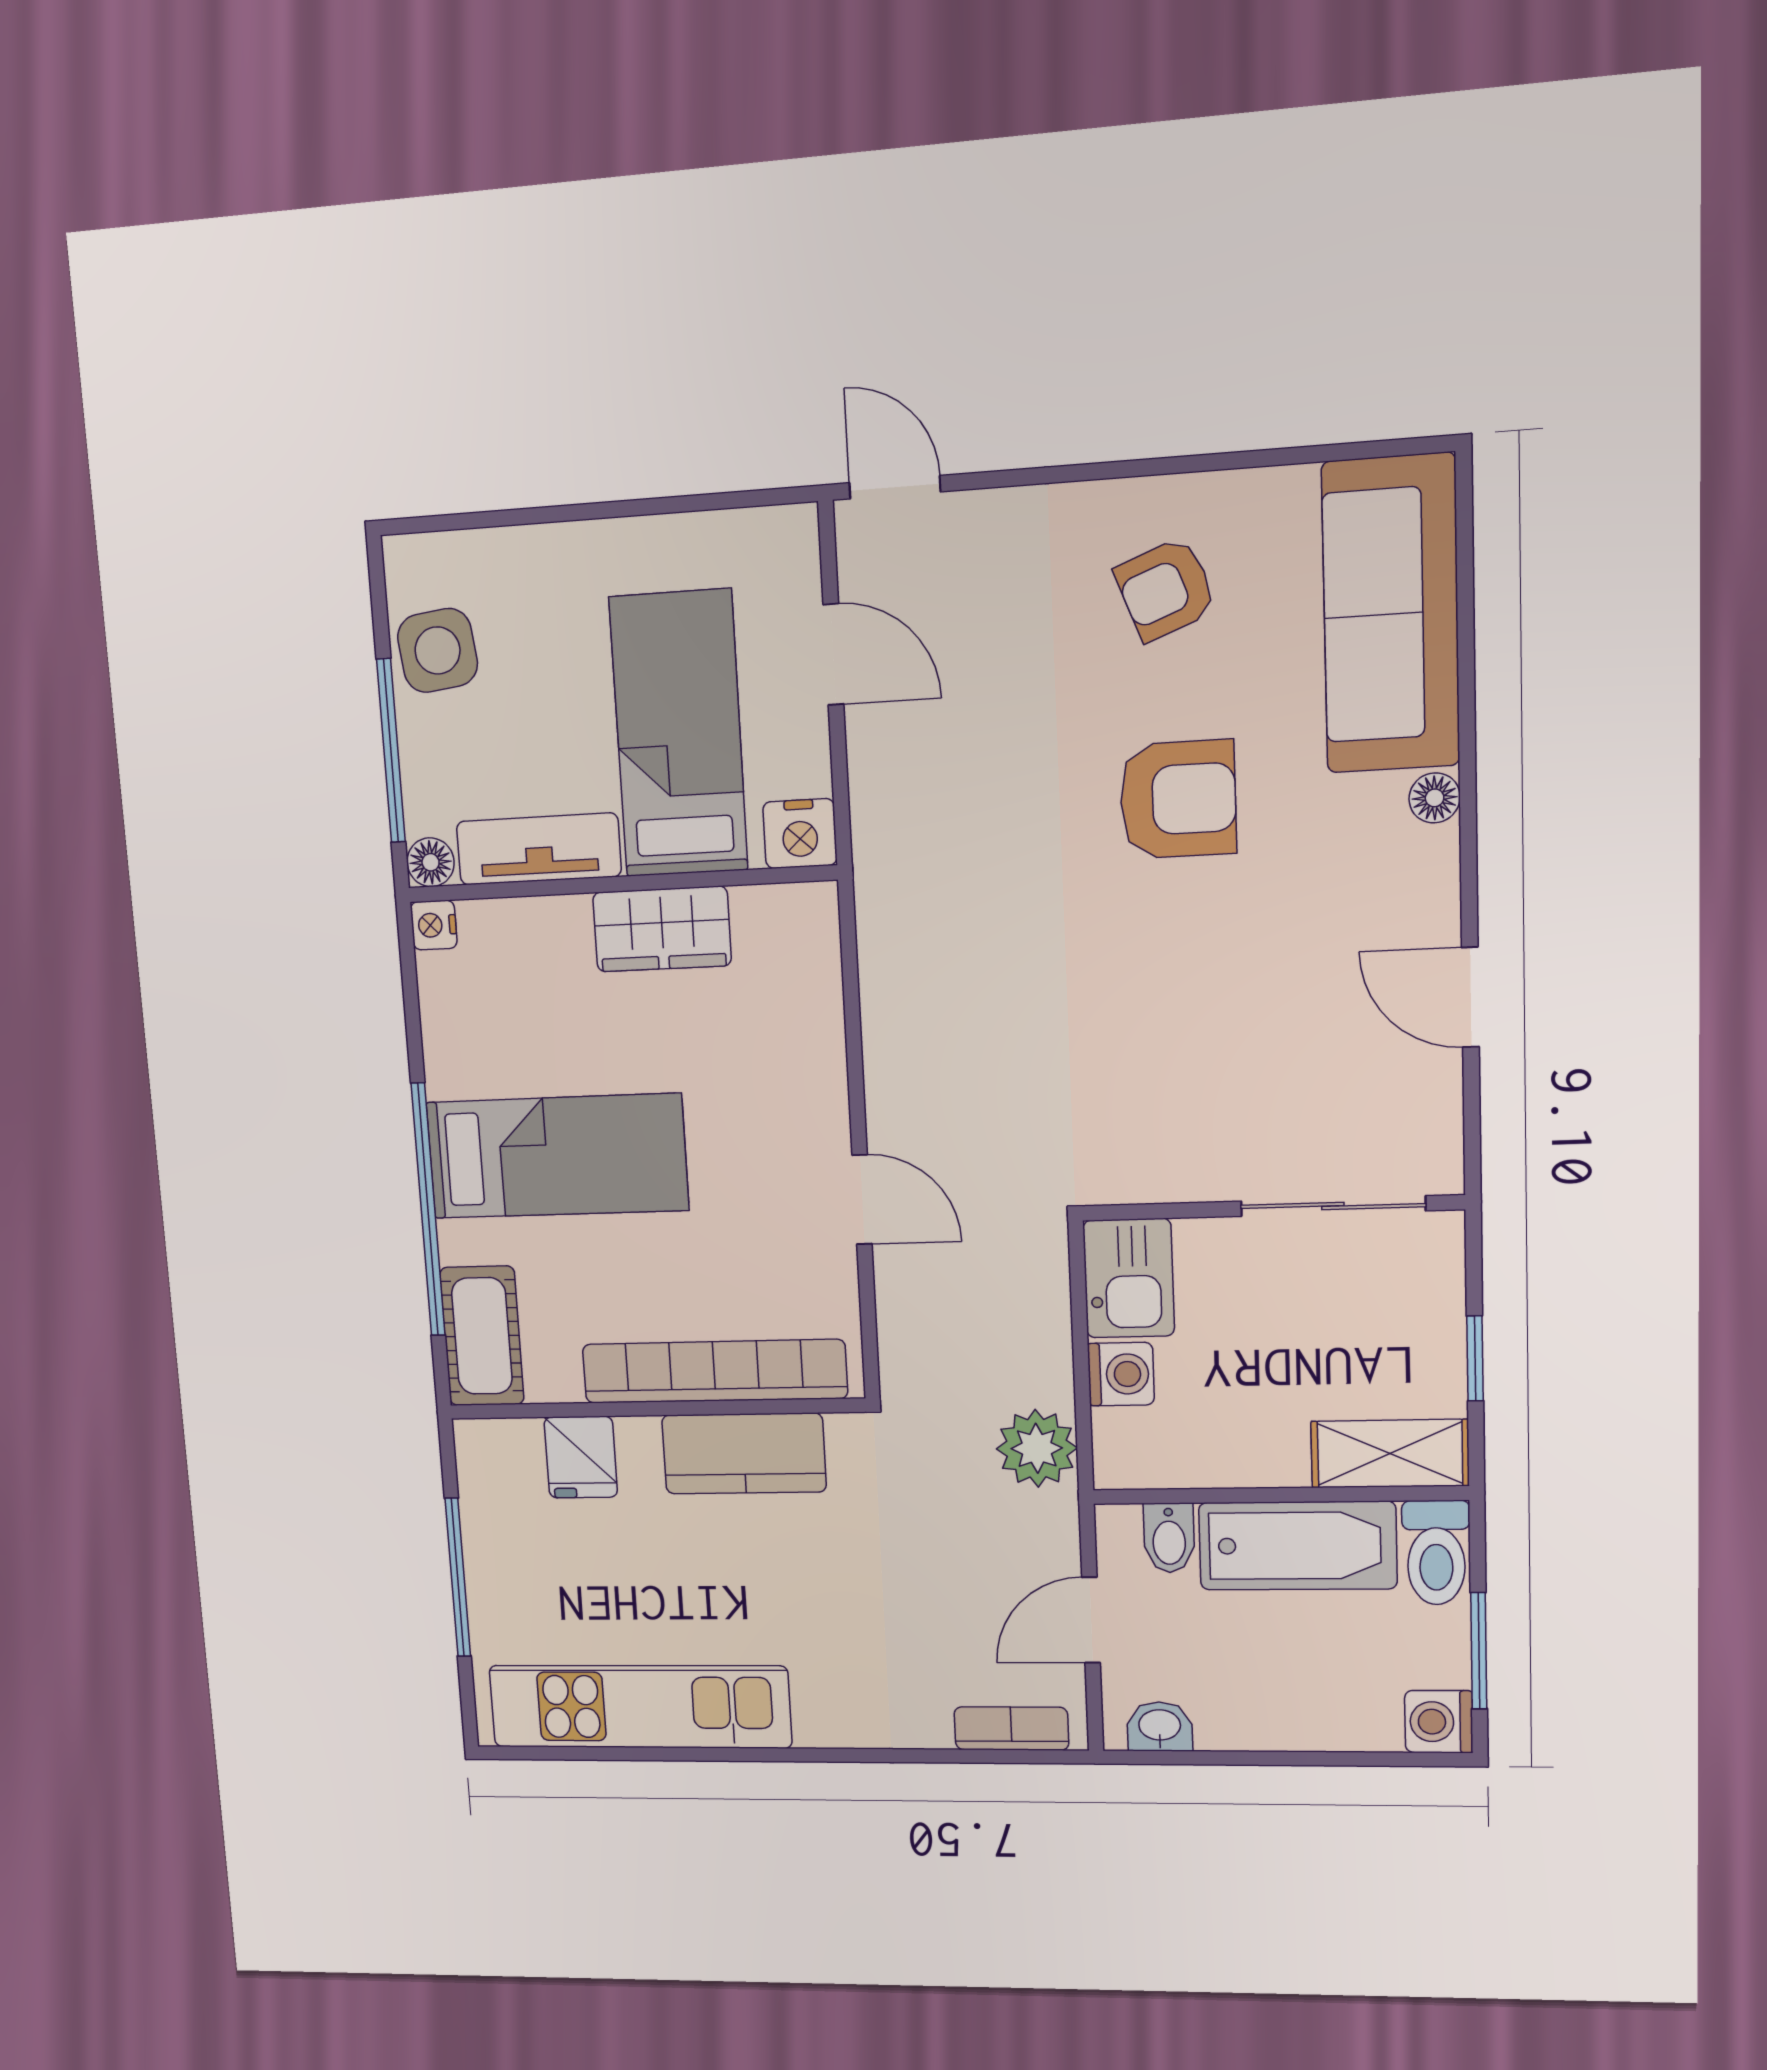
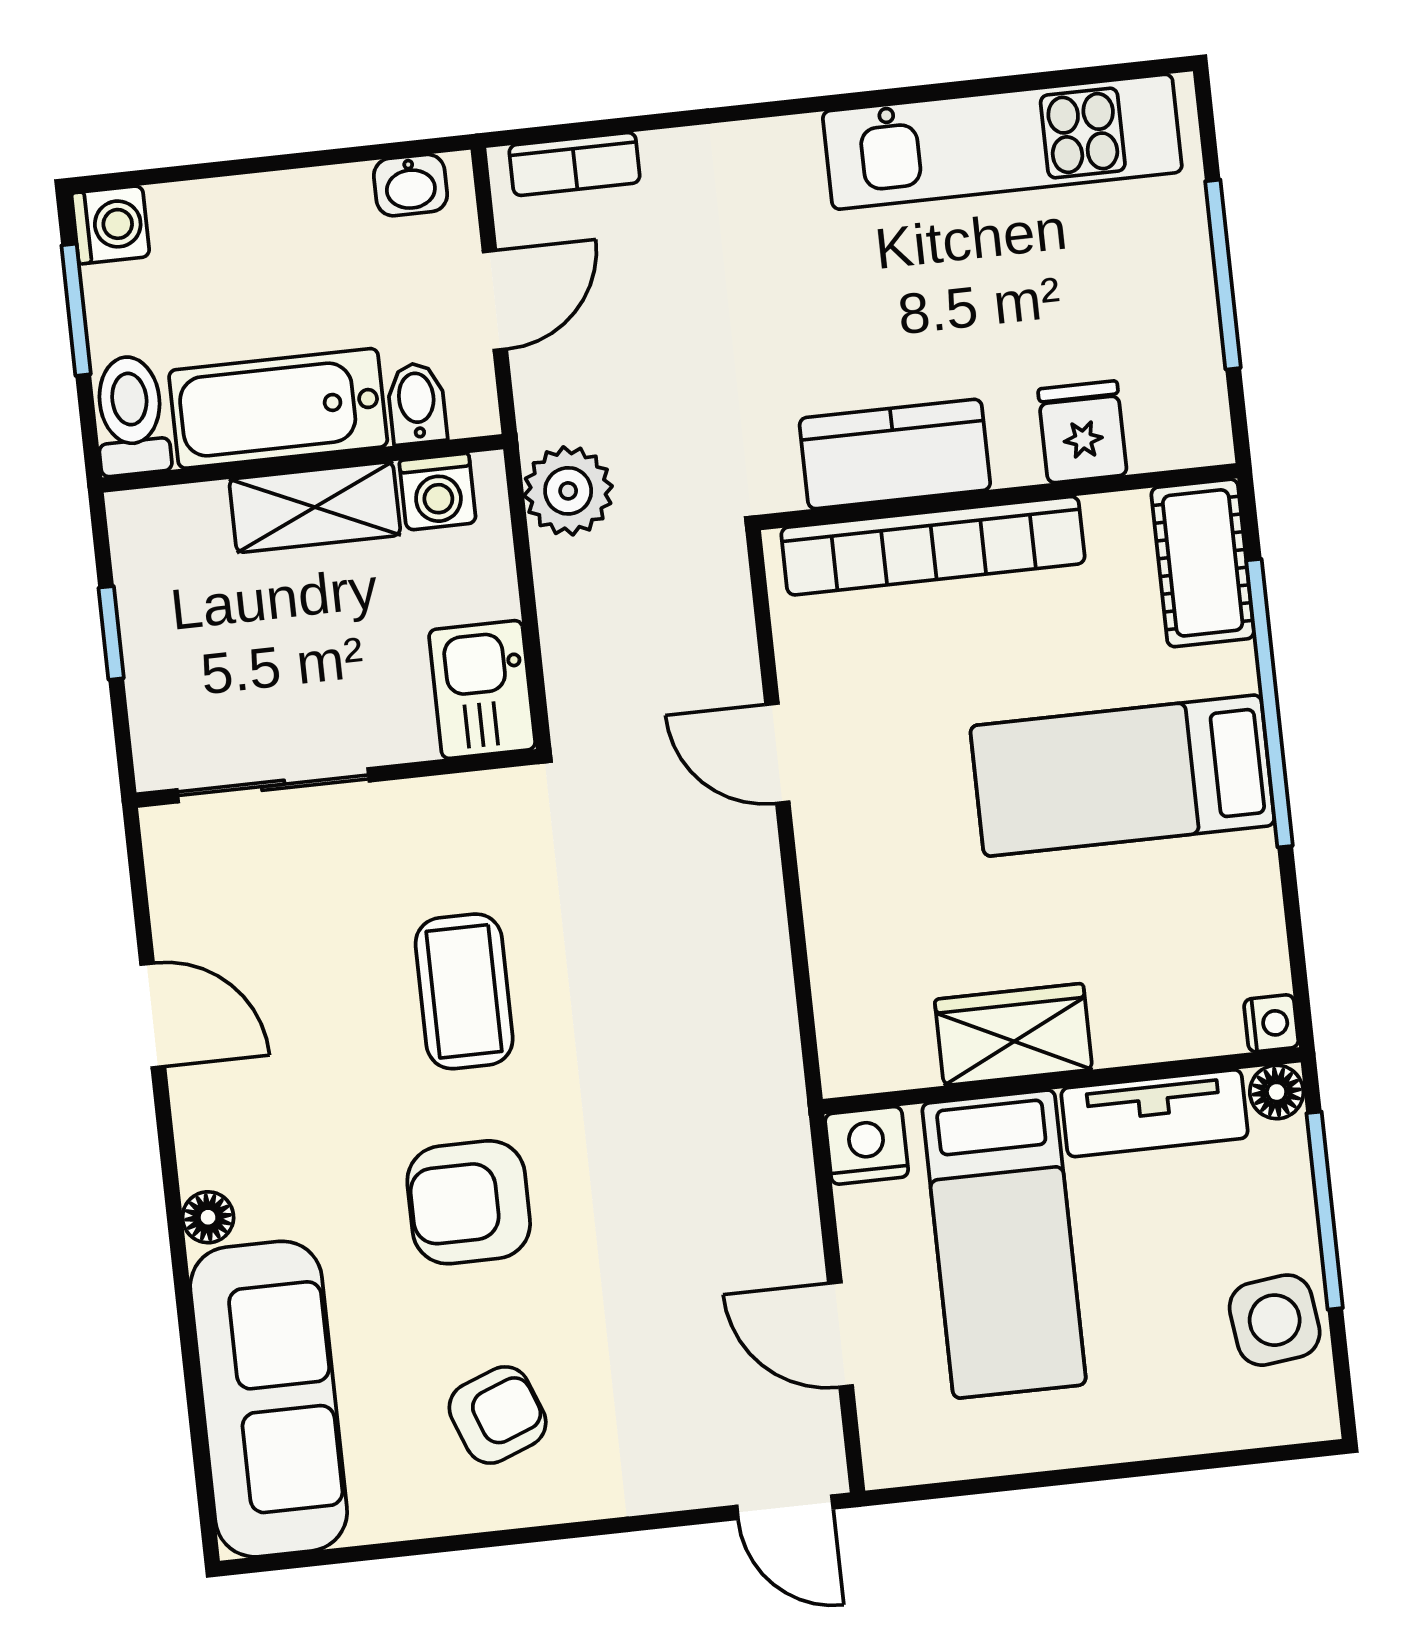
coffee table: (1167, 1001) -> (464, 991), added
washing machine: (1121, 1374) -> (438, 492), moved, turned -90
shelving: (1390, 1454) -> (315, 507), moved

